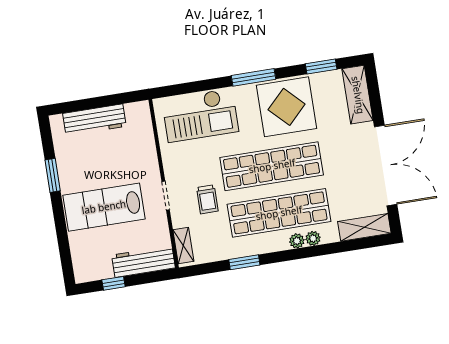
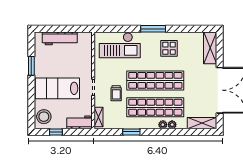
window: (321, 67) -> (192, 29), removed
display table: (287, 107) -> (169, 48), width x0.54, depth x0.54
stool: (88, 260) -> (44, 117), added
workbench: (143, 261) -> (79, 122), width x0.73

